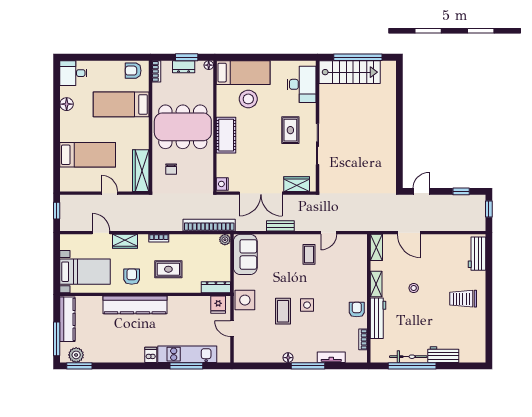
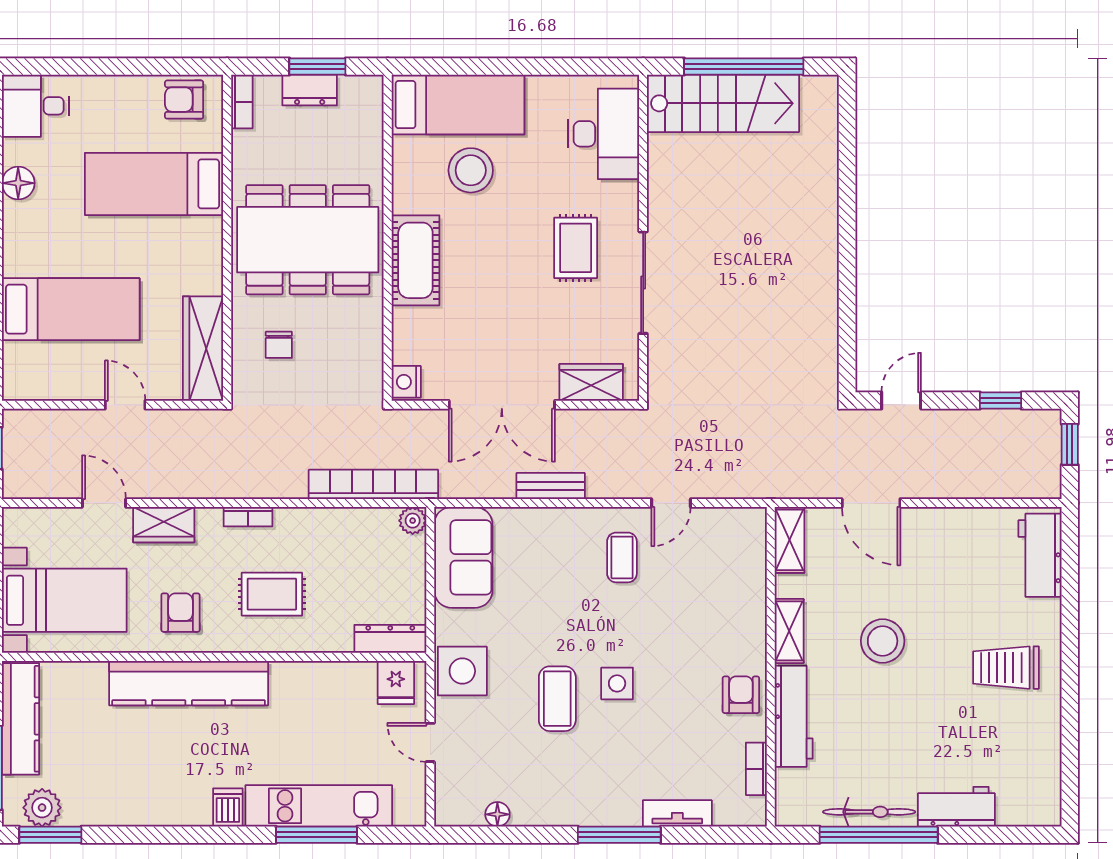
floor lamp: (209, 65) -> (372, 86), removed
stool: (414, 288) -> (883, 641), width x1.89, depth x1.89
floor lamp: (288, 358) -> (497, 814), moved

